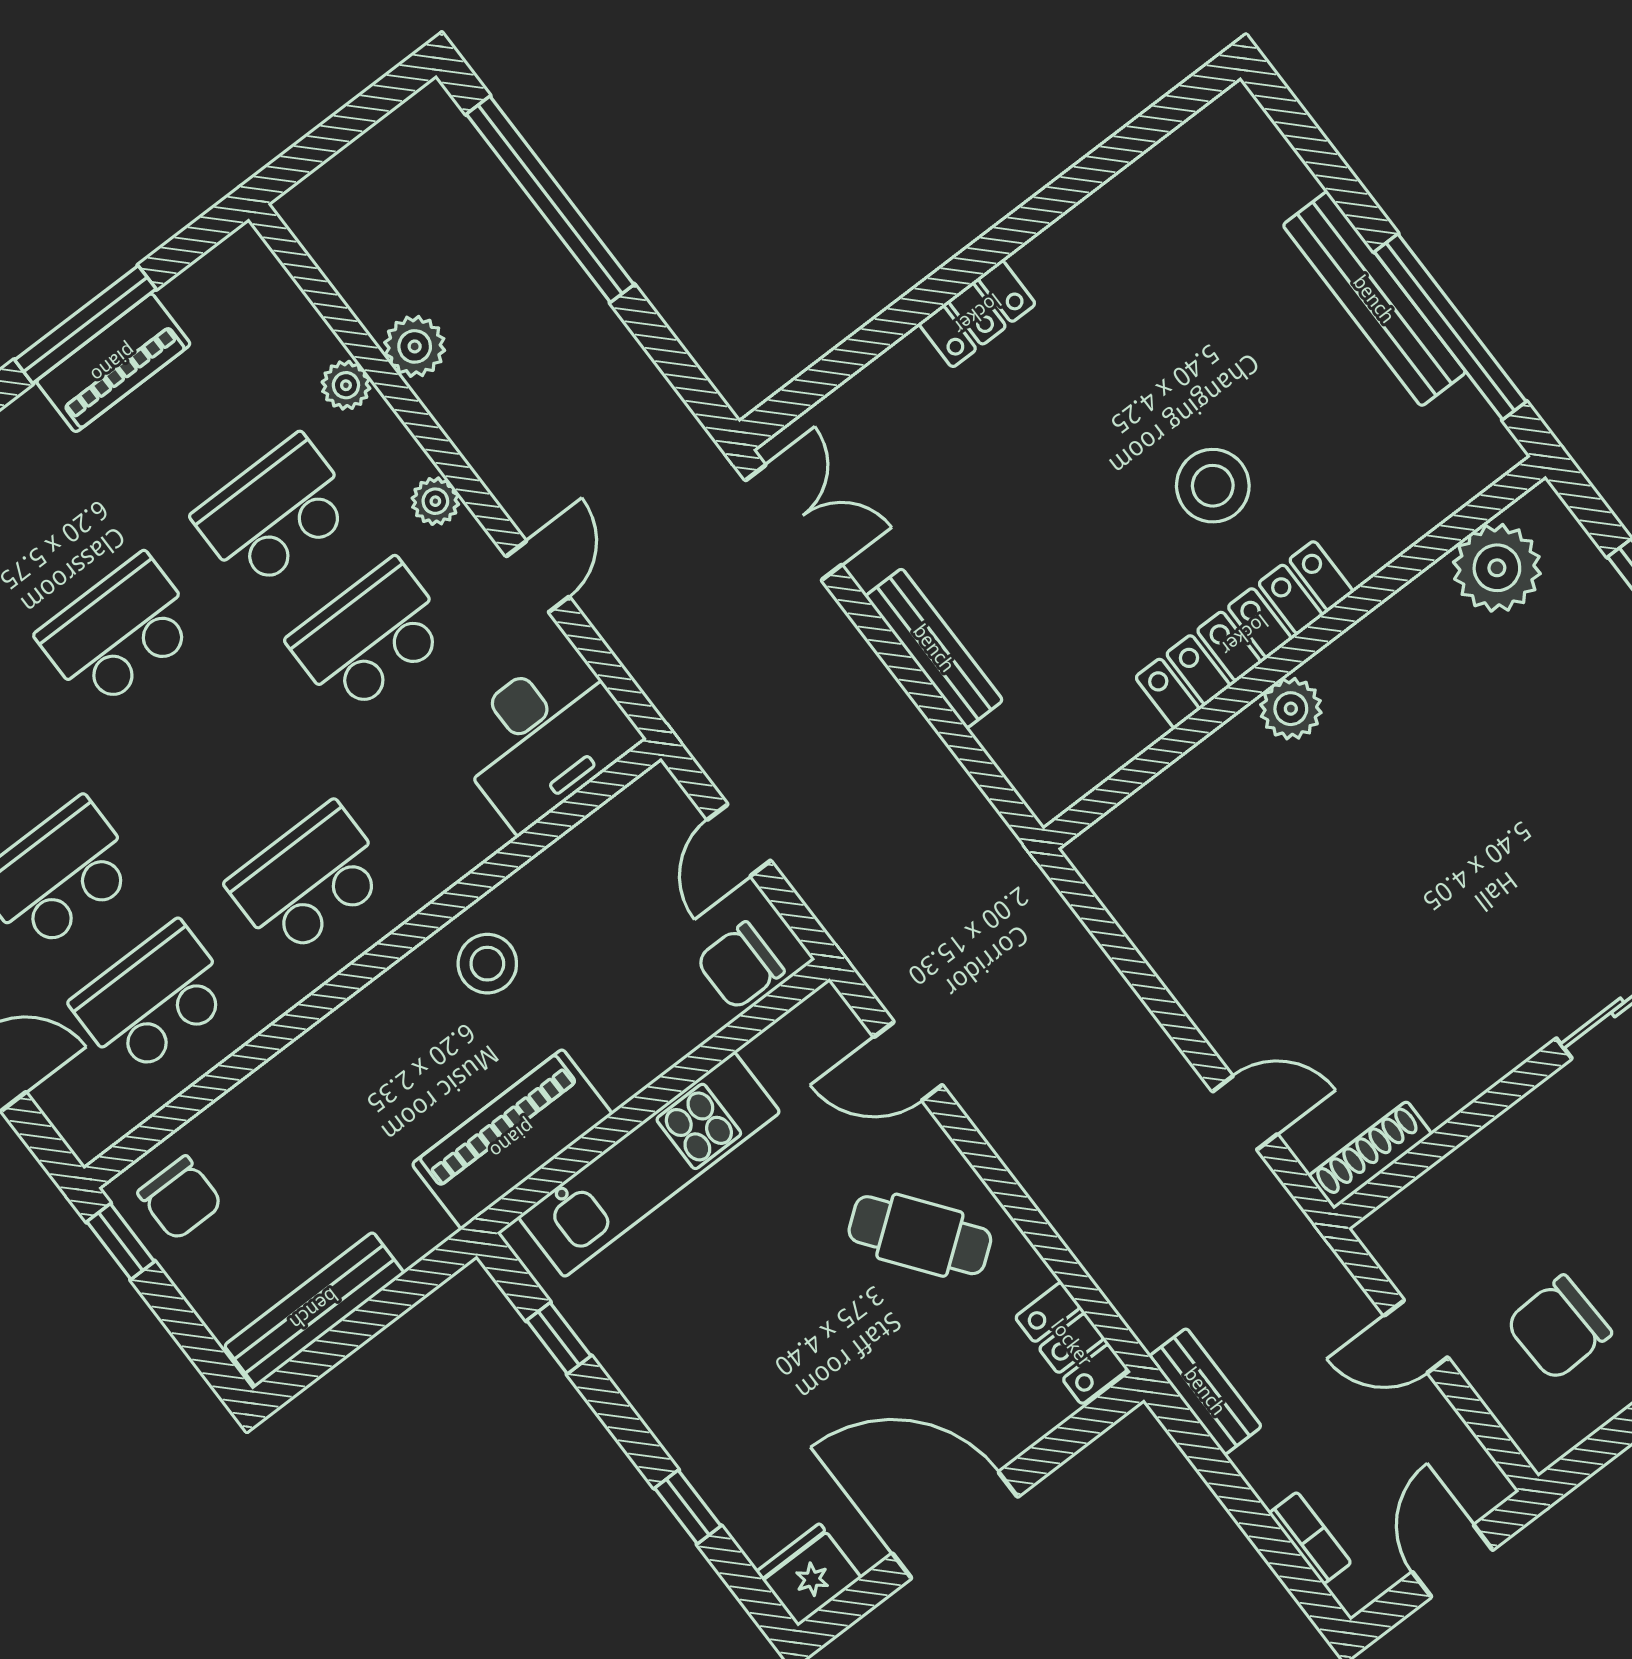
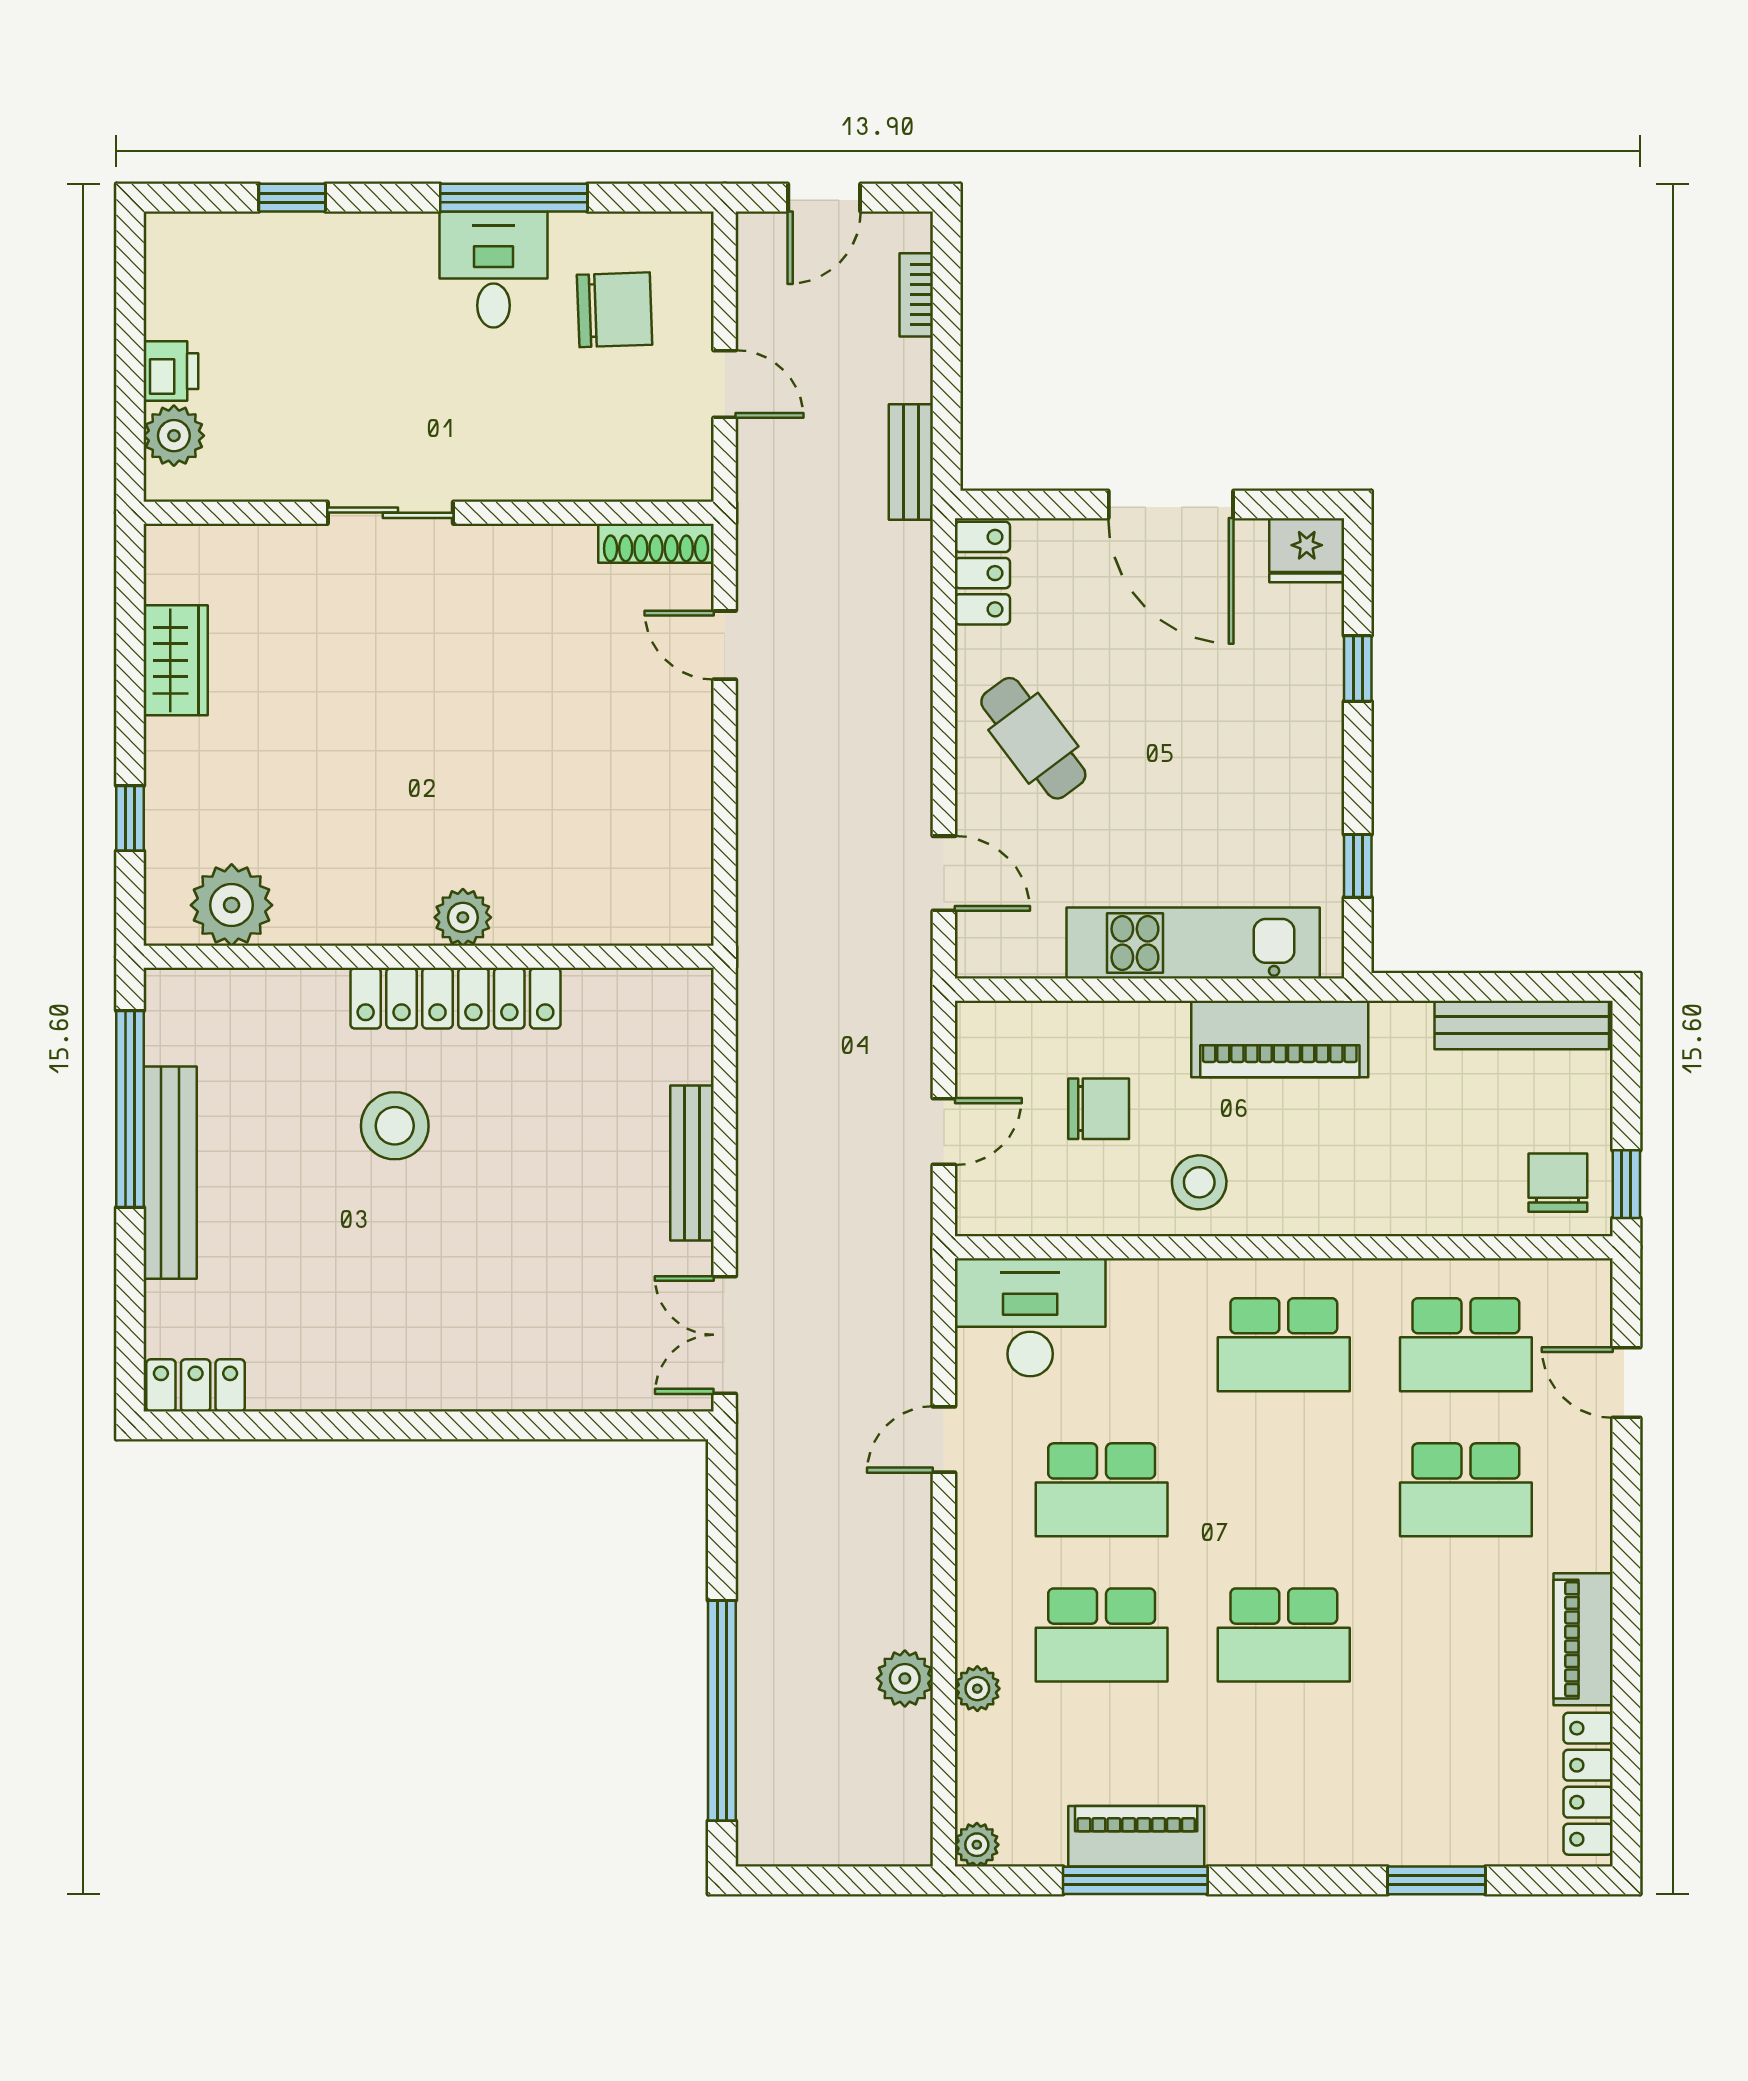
locker: (977, 314) -> (196, 1385), moved
plant: (435, 501) -> (977, 1845), moved
chair: (740, 966) -> (1099, 1109), moved

